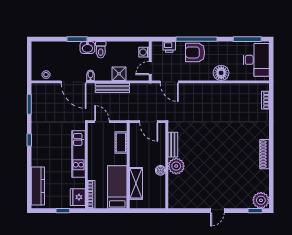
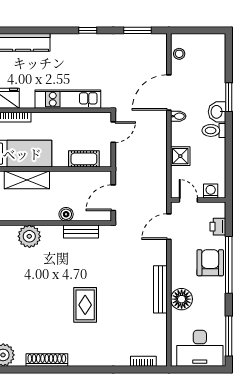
bench: (112, 88) -> (160, 289), moved
rug: (225, 142) -> (85, 305), added
shoe rack: (264, 154) -> (47, 360), moved
plant: (176, 166) -> (29, 236), moved
boiler: (160, 170) -> (66, 214), moved

